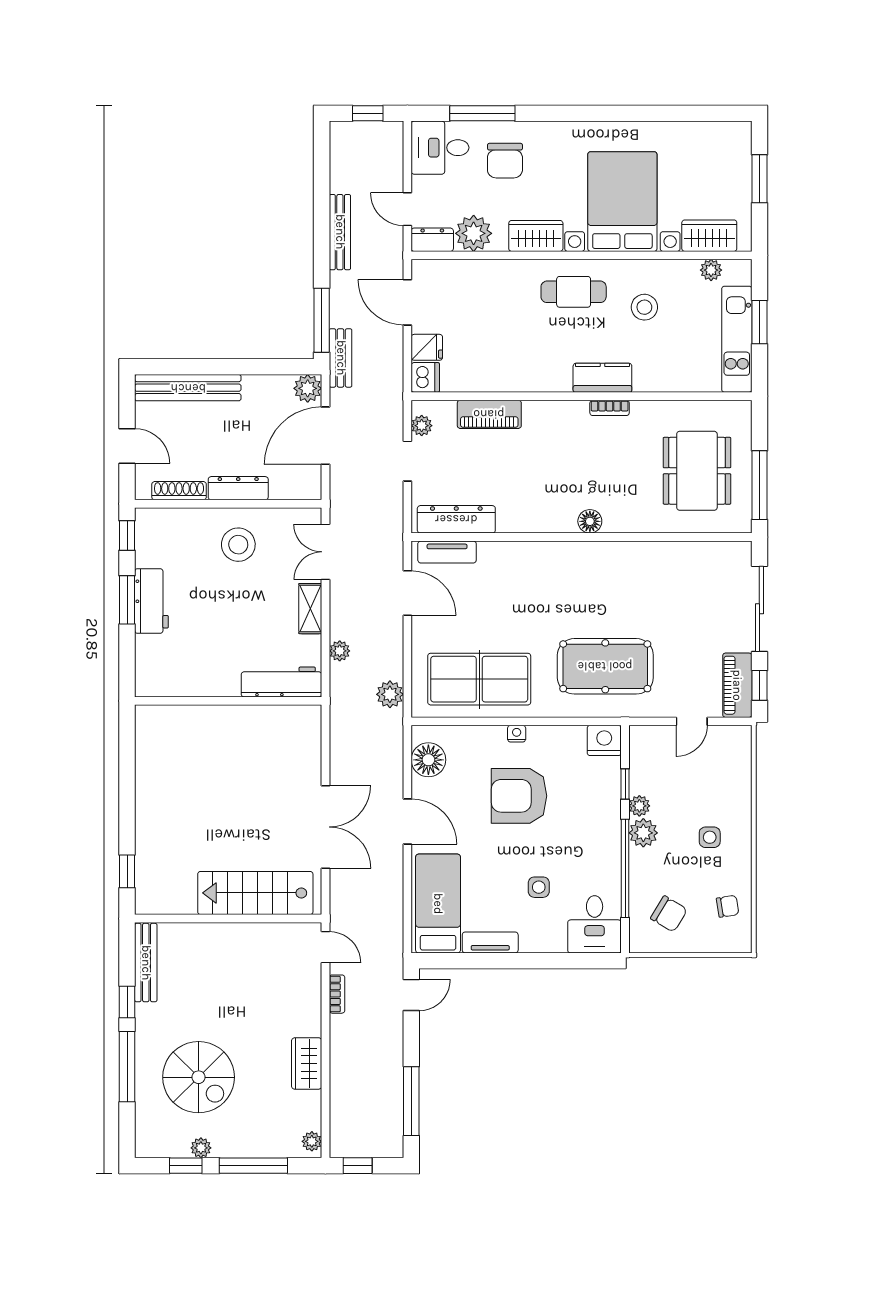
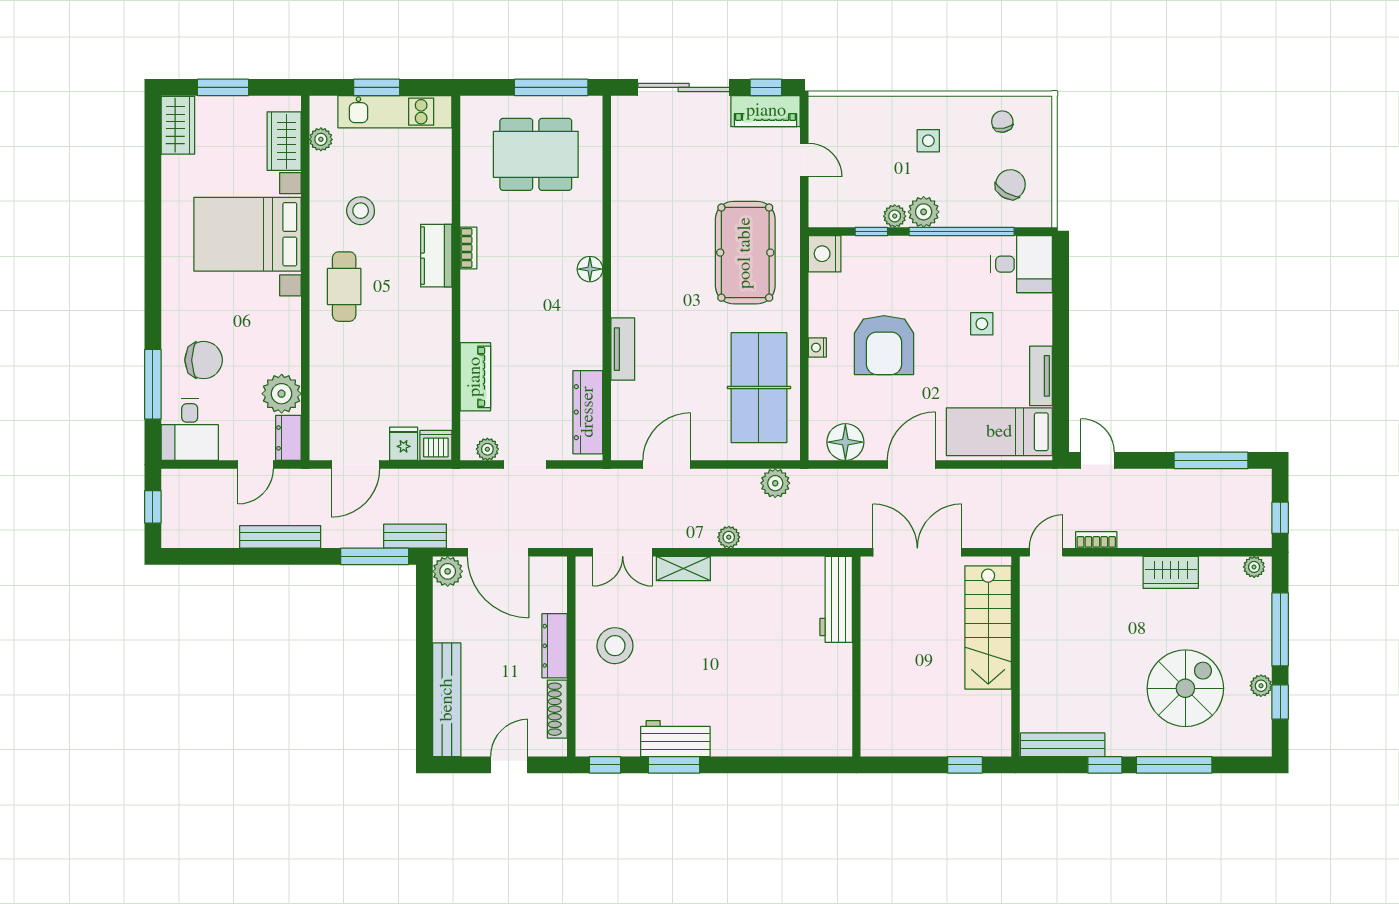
wardrobe: (536, 236) -> (178, 125), moved, turned 180
tv unit: (447, 552) -> (623, 349), moved
workbench: (281, 682) -> (836, 599), moved
wall: (228, 701) -> (856, 656), moved

